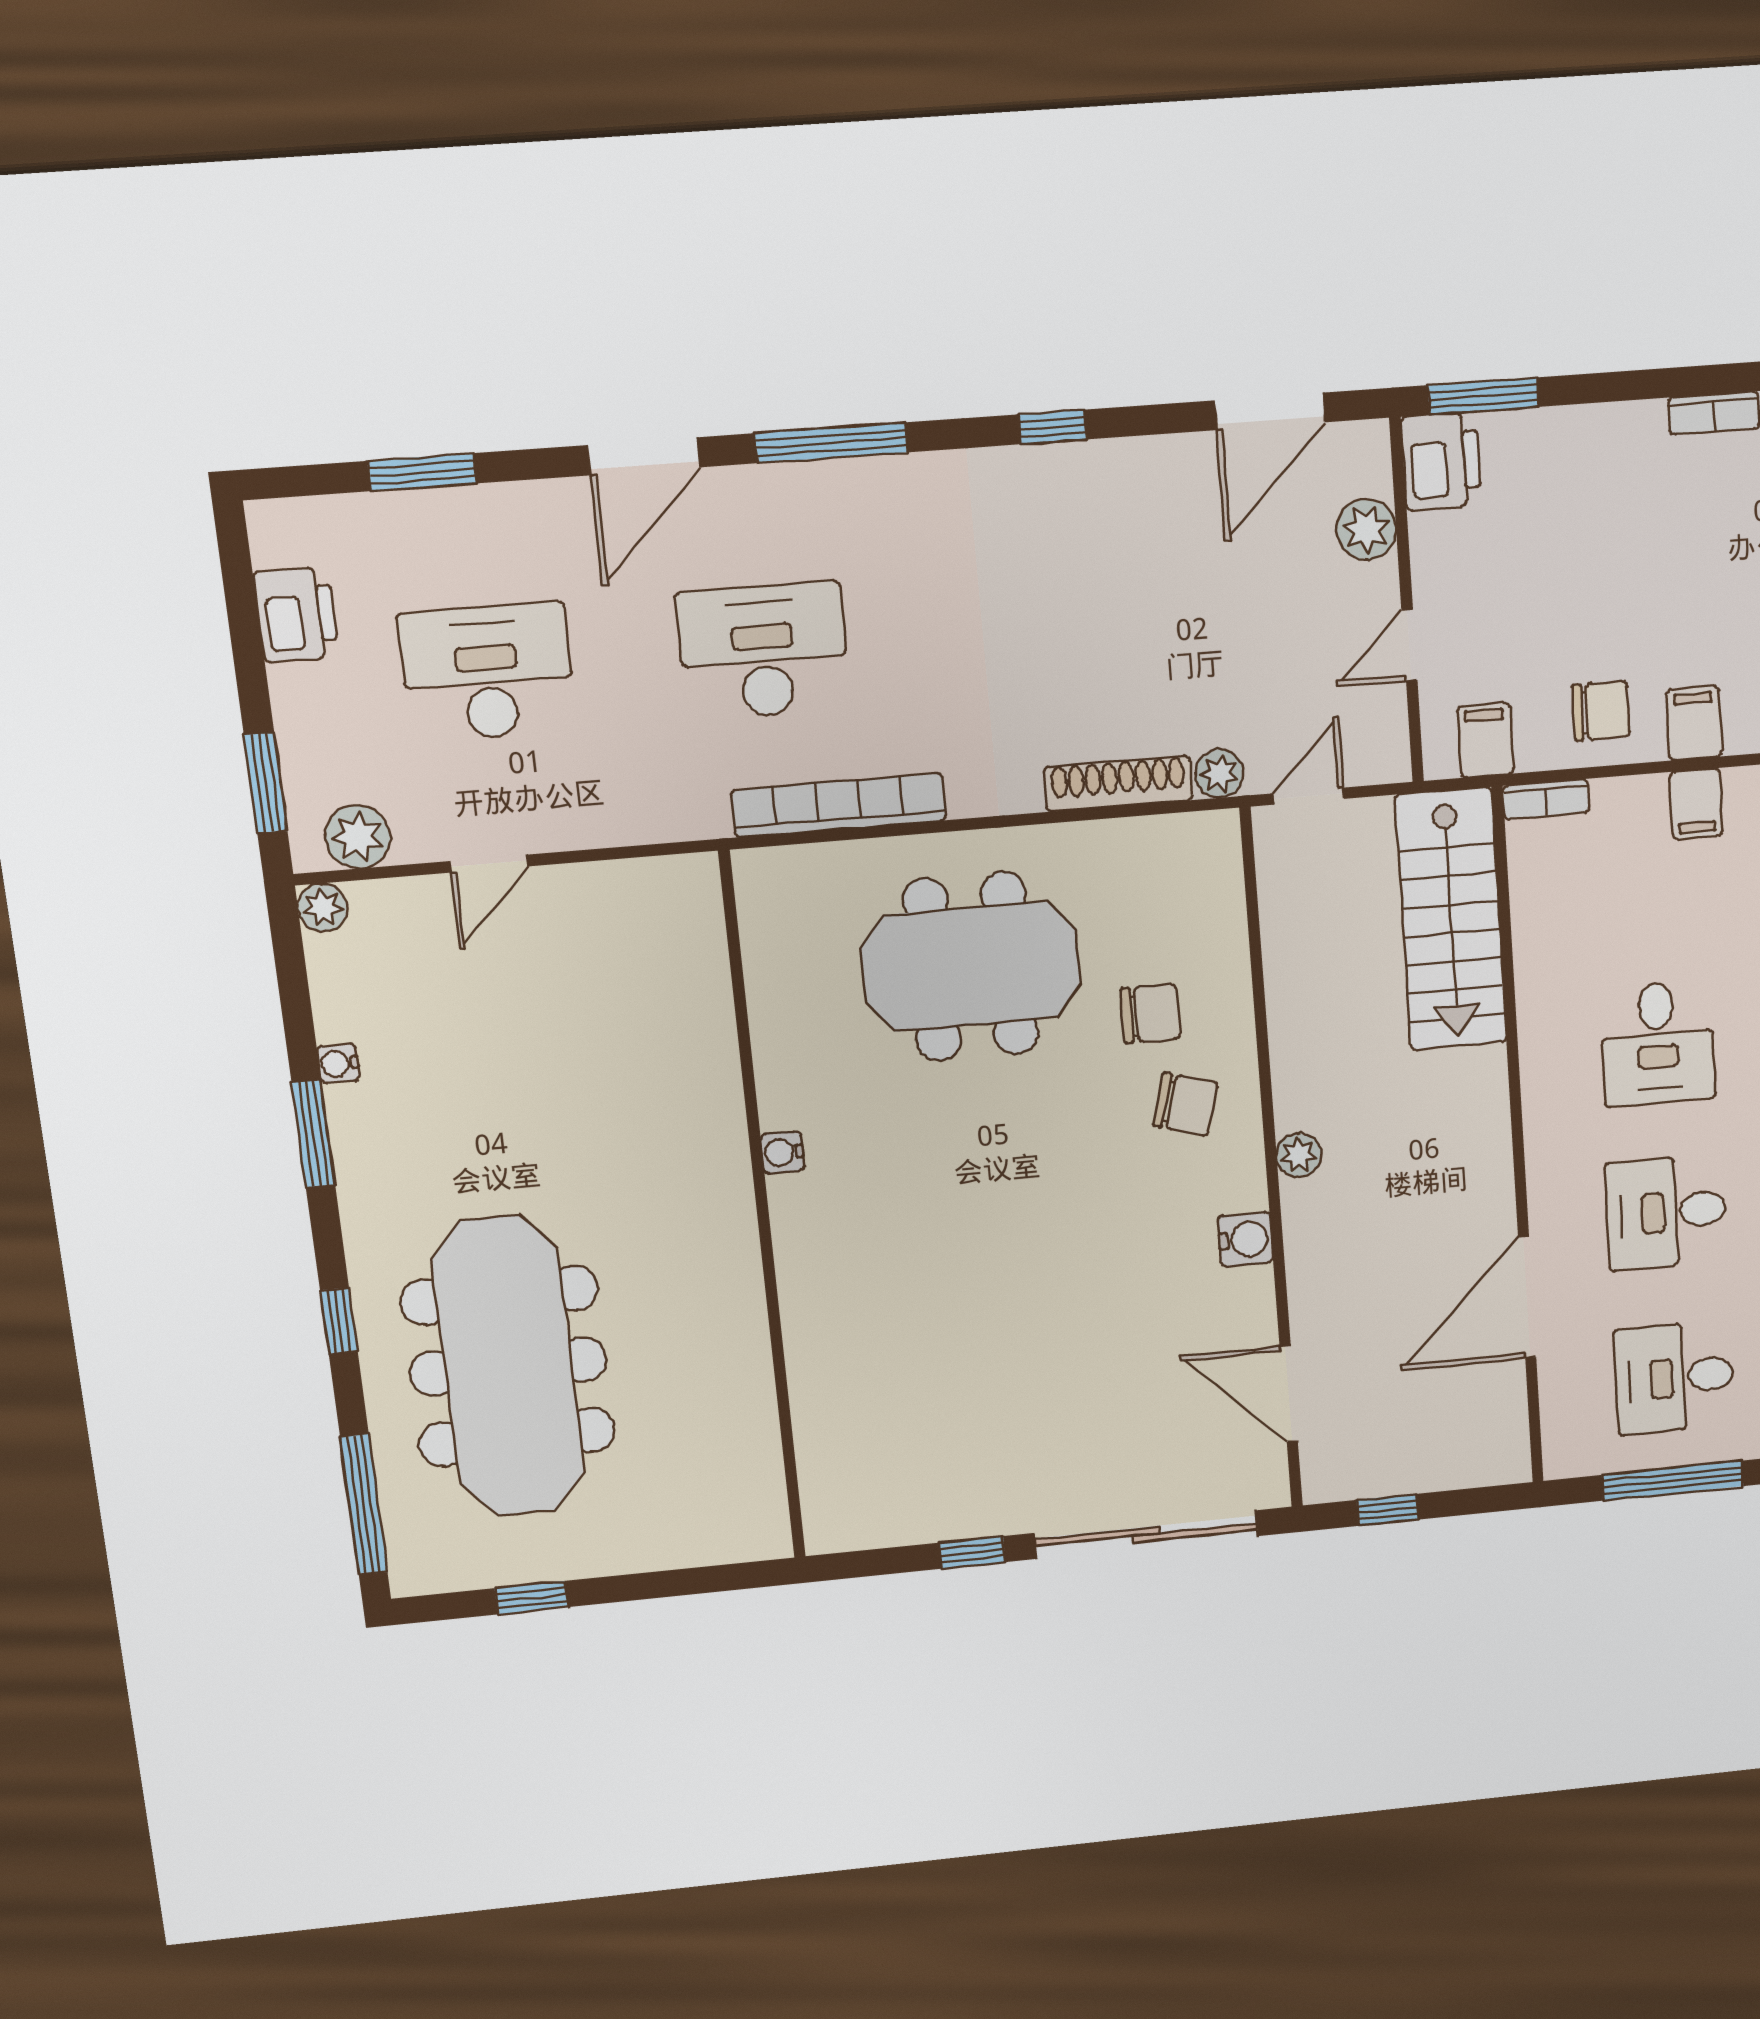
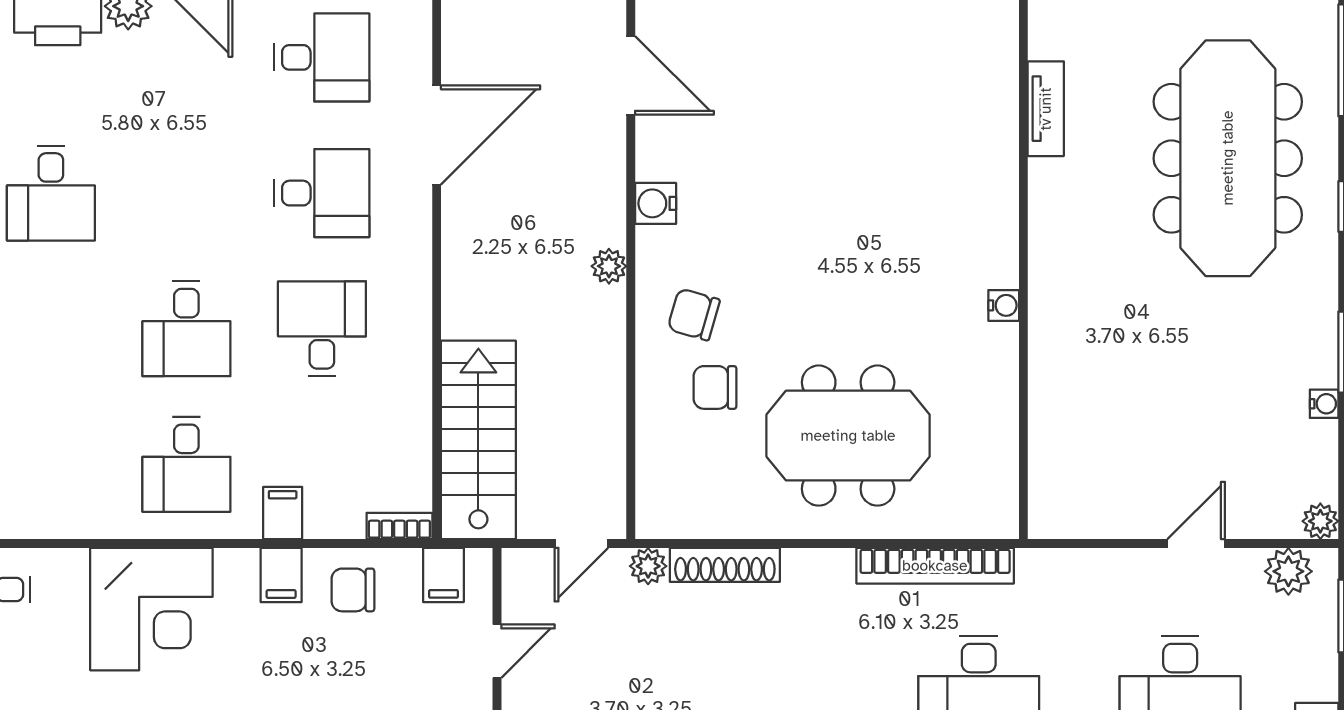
tv unit: (754, 1405) -> (1046, 109), added

